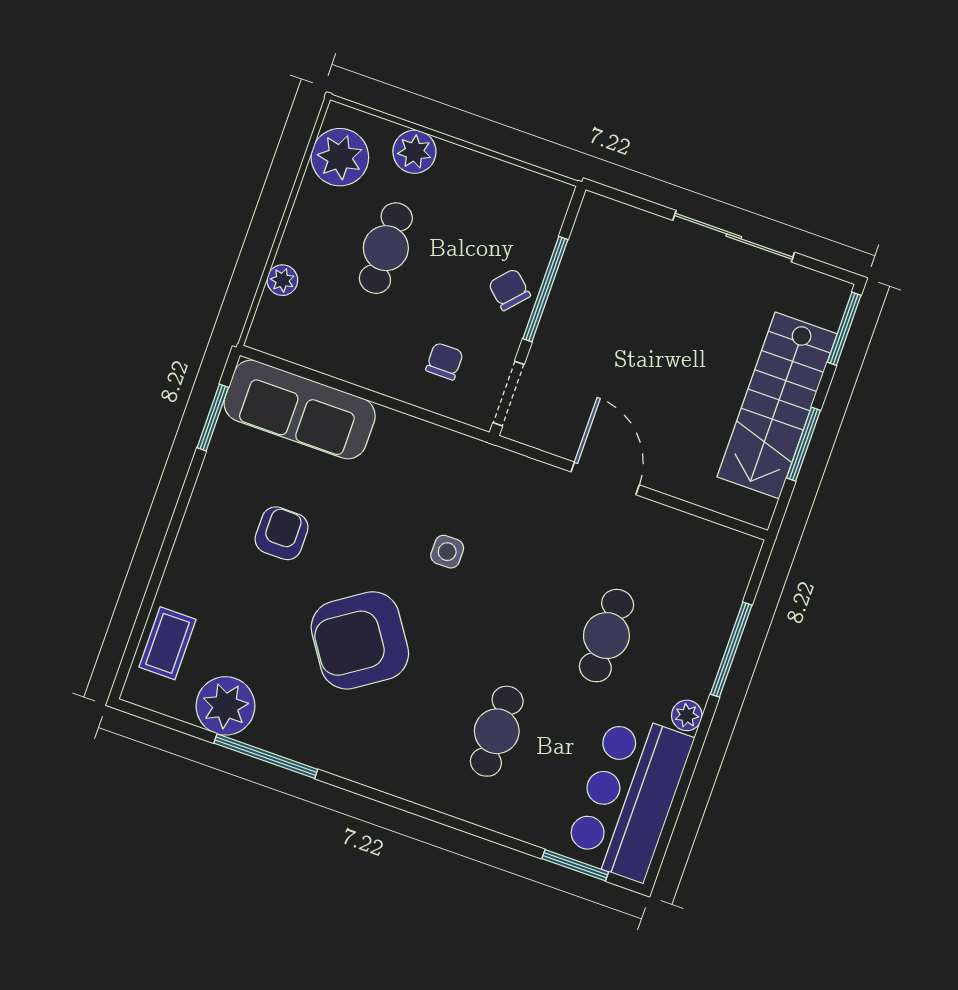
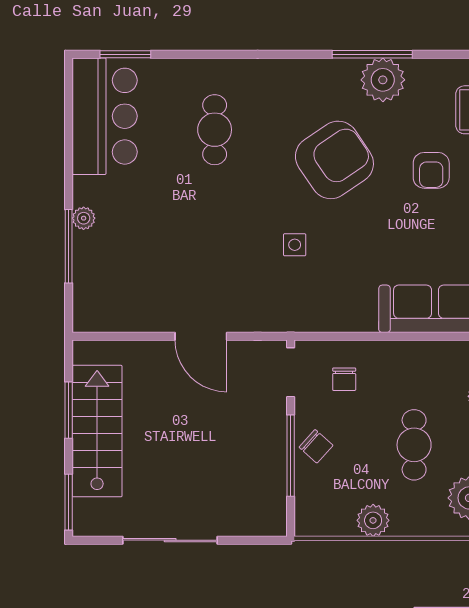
plant: (414, 152) -> (373, 520), moved
armchair: (282, 533) -> (431, 170), moved
cafe table: (606, 636) -> (161, 225), removed
plant: (226, 706) -> (383, 80), moved
plant: (687, 715) -> (84, 218), moved

